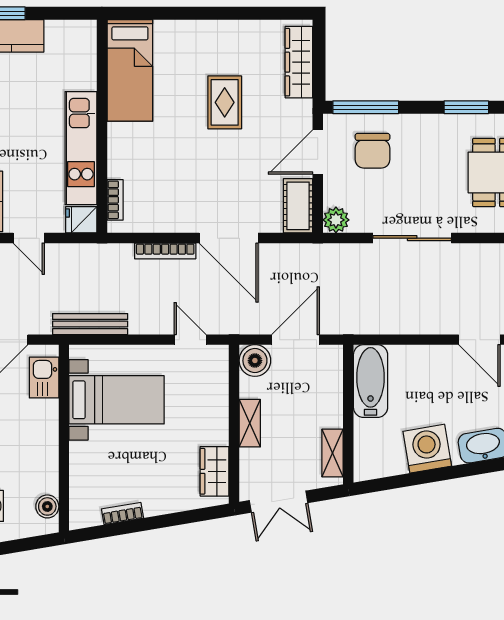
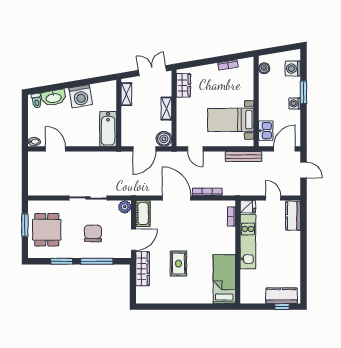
wardrobe: (299, 62) -> (143, 269), moved
window: (366, 107) -> (97, 261), moved
chair: (373, 151) -> (93, 233), moved

